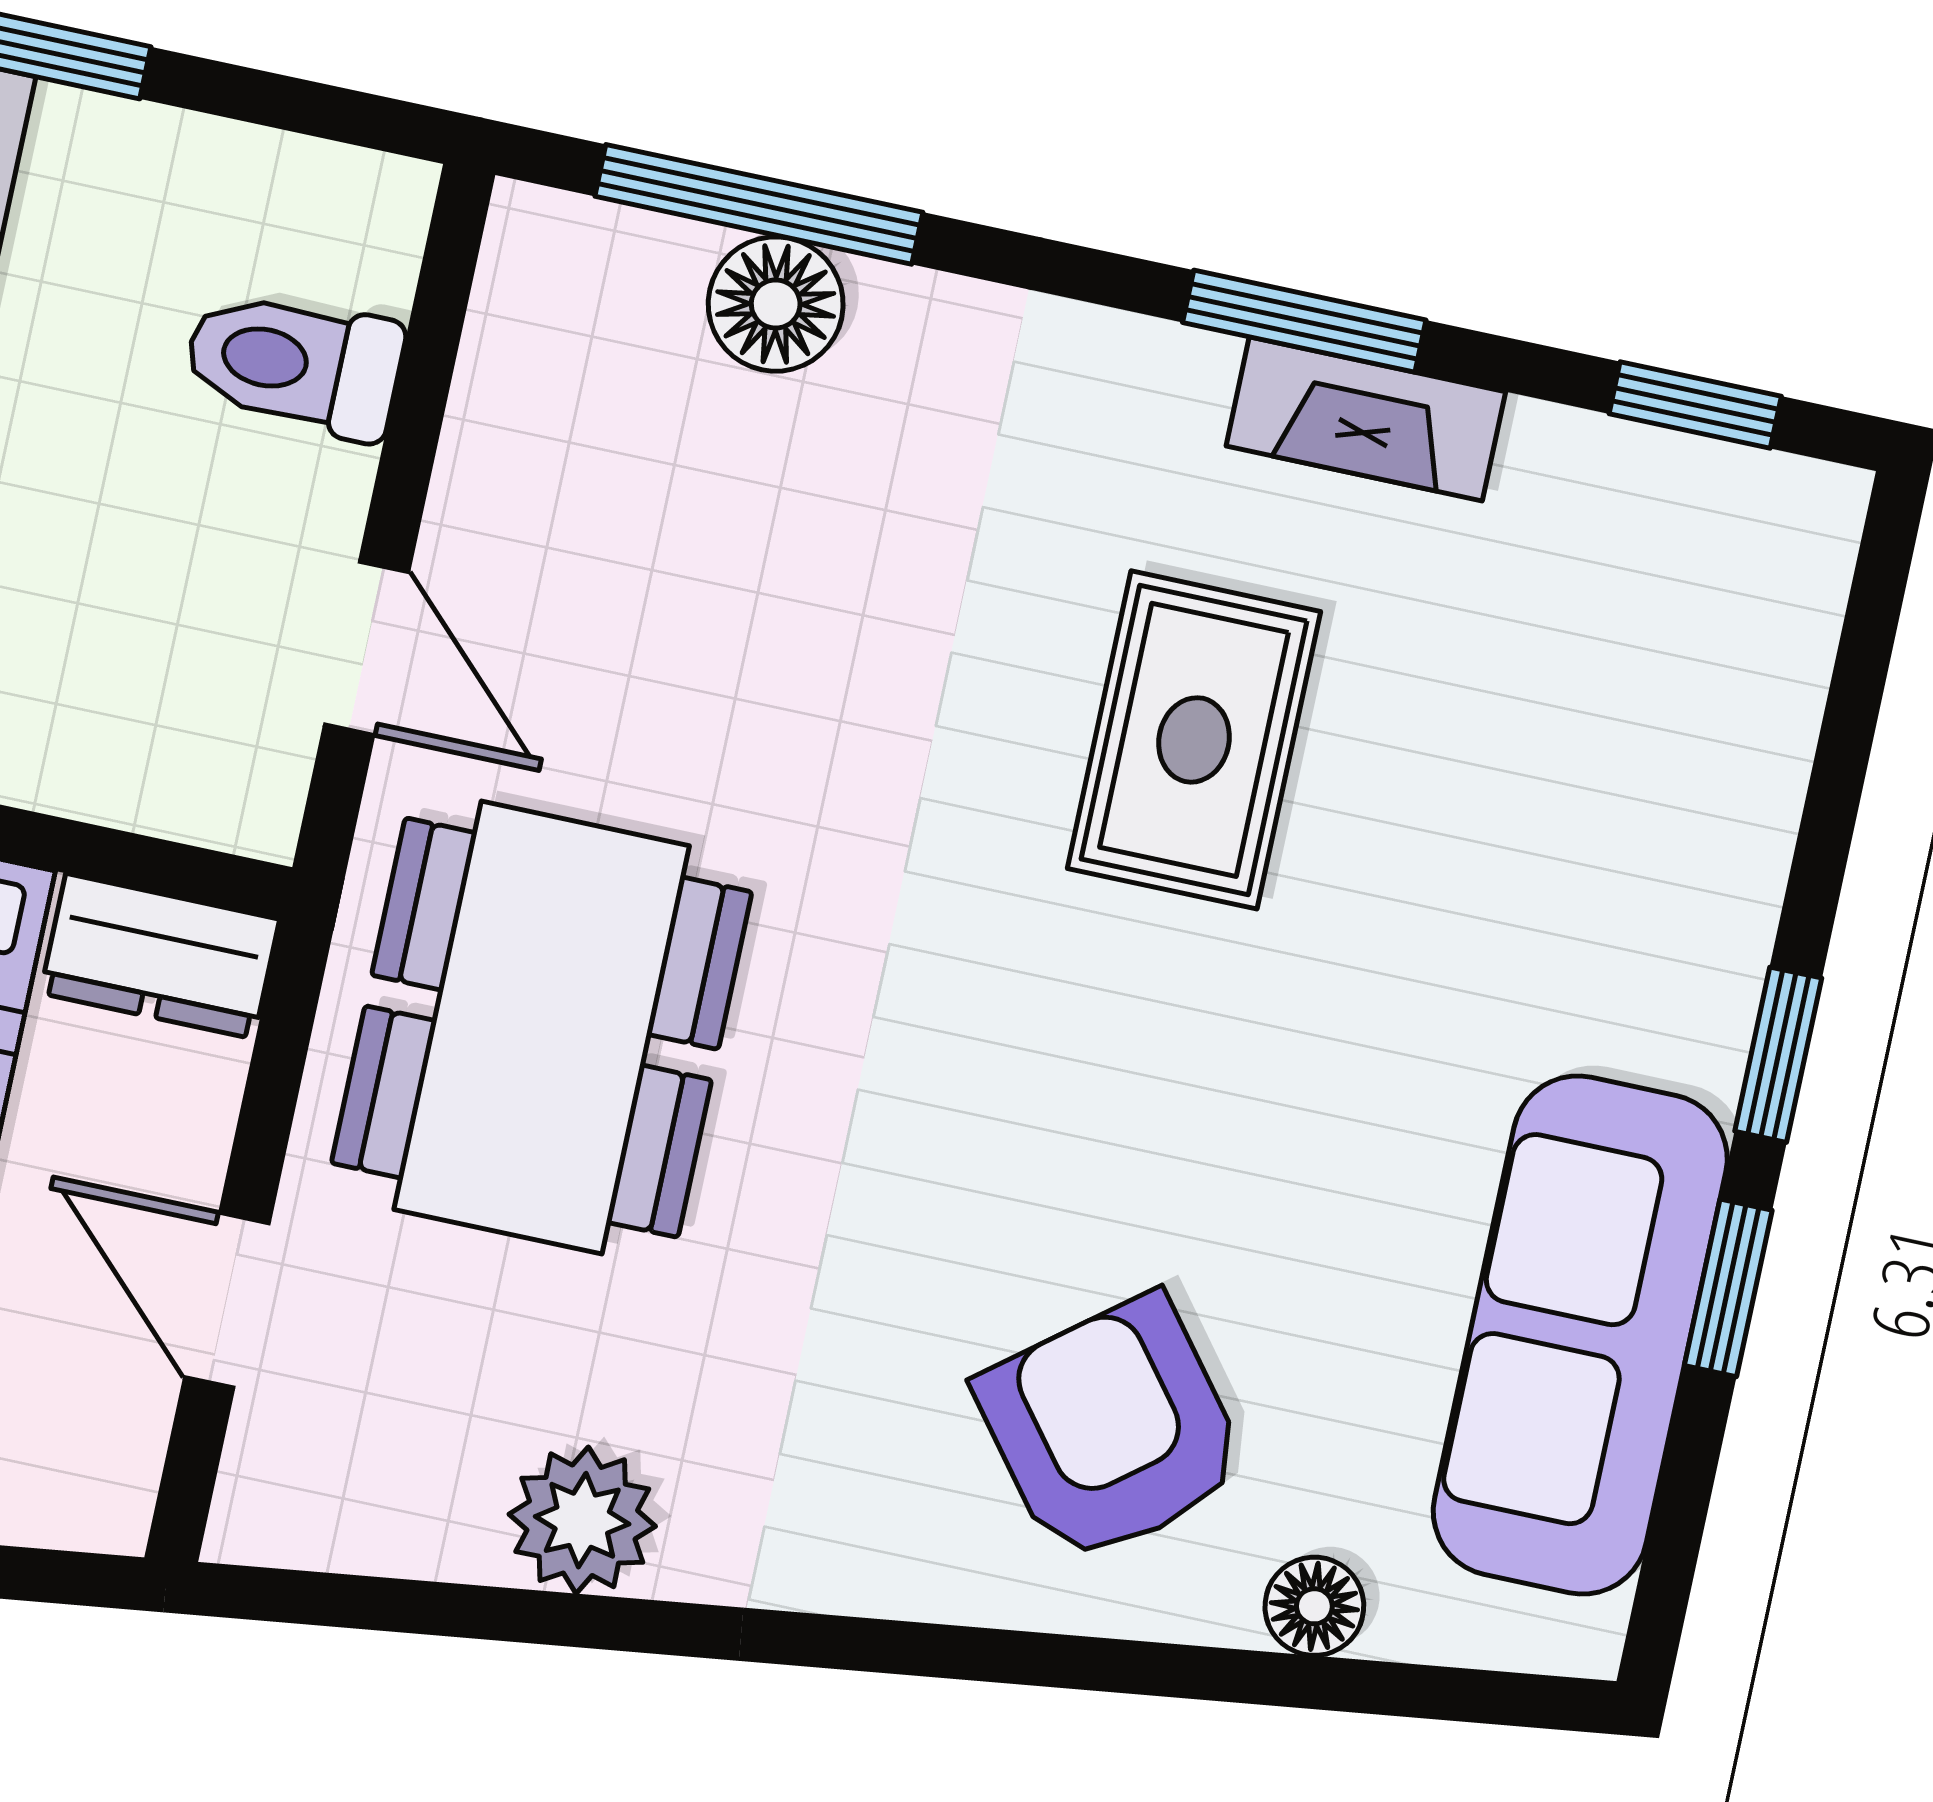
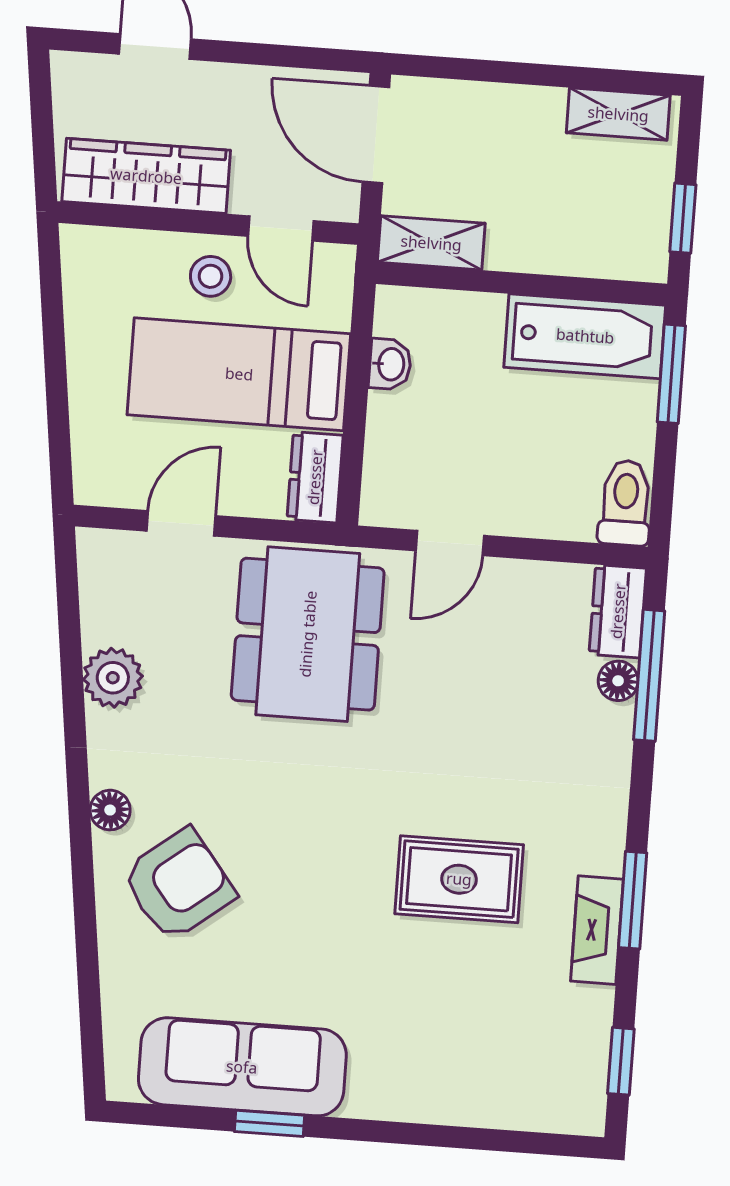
dresser: (591, 260) -> (618, 611), added
floor lamp: (776, 304) -> (618, 681), width x0.73, depth x0.73
toilet: (294, 364) -> (625, 503), moved
dining table: (542, 1028) -> (308, 634), turned 90
window: (1778, 1055) -> (365, 1130), removed
floor lamp: (1314, 1606) -> (110, 810), moved

